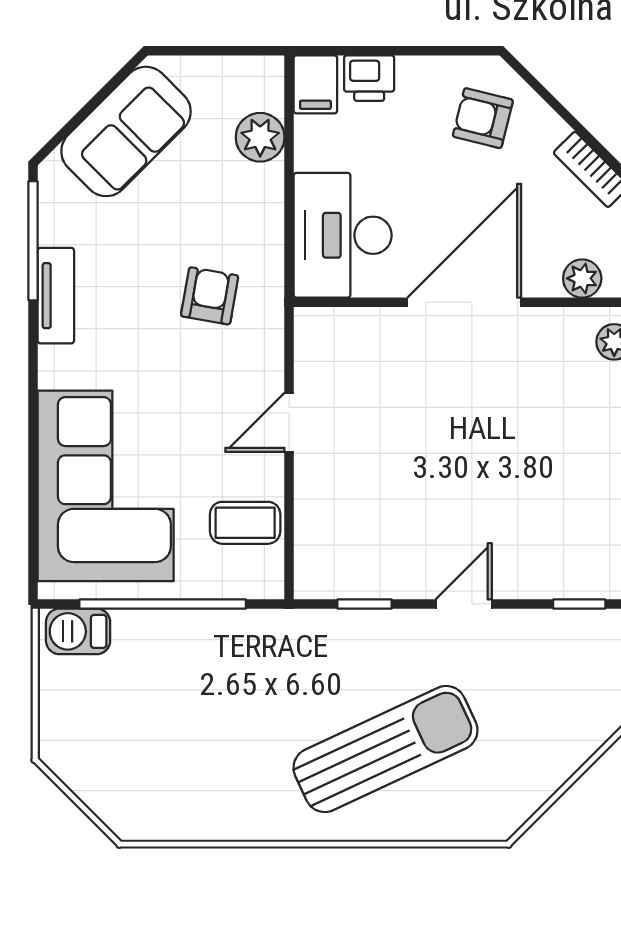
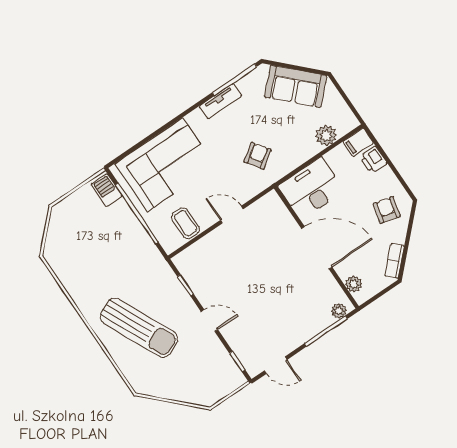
armchair: (210, 296) -> (258, 156), turned -45

